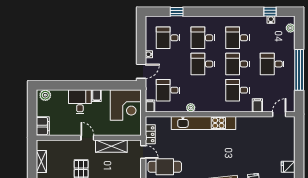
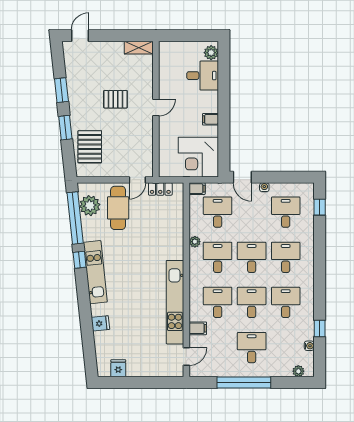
window: (177, 12) -> (320, 207), moved
window: (270, 12) -> (320, 329), moved
desk: (203, 90) -> (218, 257), added
desk: (80, 102) -> (203, 76), moved
door: (279, 114) -> (186, 357), hinge flipped
kitchen unit: (204, 123) -> (175, 302), moved
filing cabinet: (43, 126) -> (171, 49), removed
shelving: (111, 146) -> (145, 139), removed
shelving: (41, 161) -> (139, 48), moved

